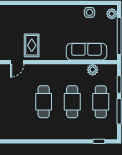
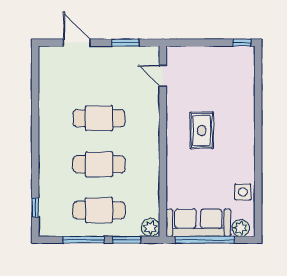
rug: (32, 45) -> (202, 130), moved, turned 90
sofa: (86, 52) -> (198, 223), moved, turned -90
plant: (93, 70) -> (151, 227), moved

